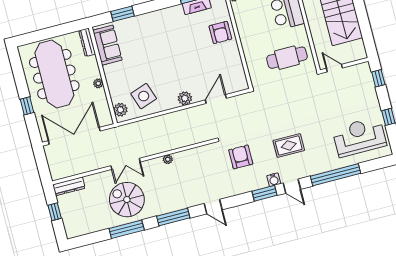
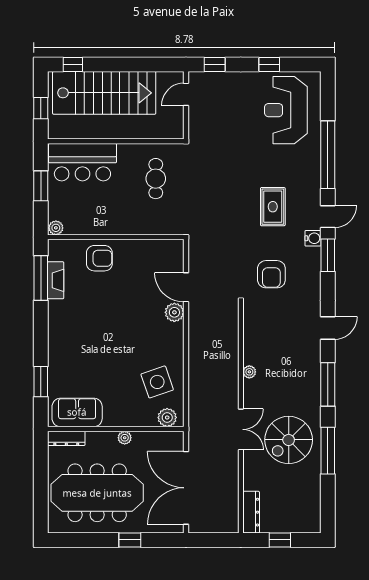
cafe table: (287, 58) -> (156, 179), width x0.73, depth x0.74
door: (334, 68) -> (186, 94), moved
plant: (185, 98) -> (174, 312), moved
armchair: (241, 157) -> (271, 274), turned -90

